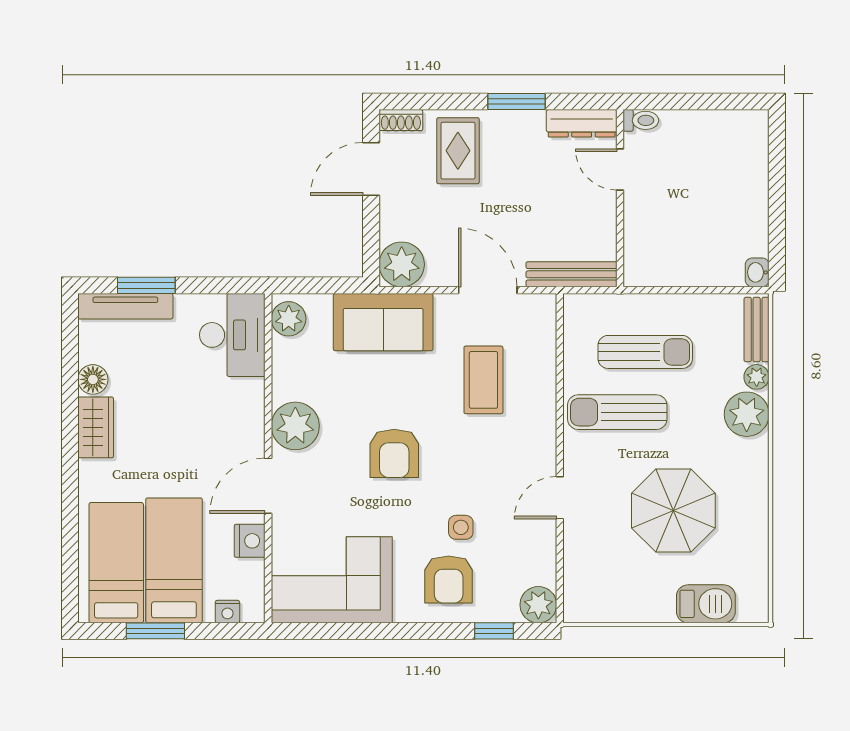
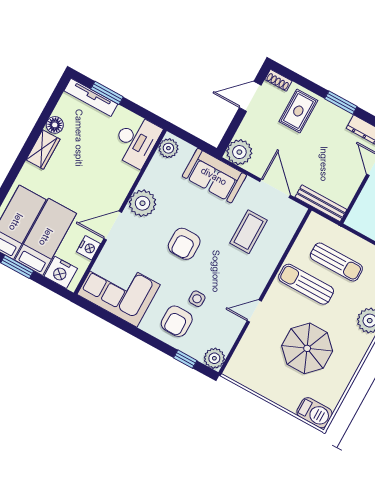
barbecue: (706, 604) -> (315, 413), moved
nightstand: (227, 612) -> (61, 272), width x1.89, depth x1.79

